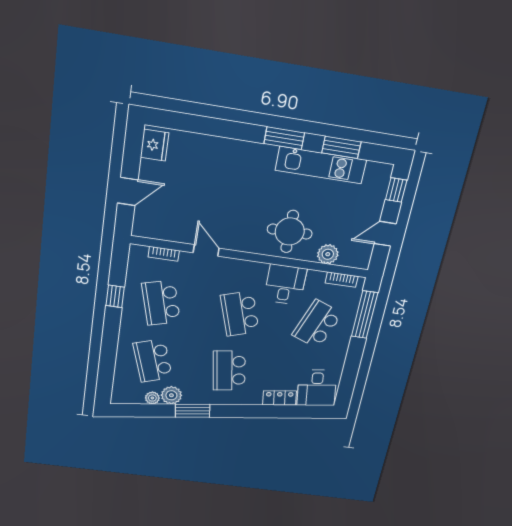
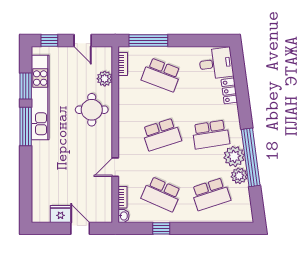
window: (284, 138) -> (26, 127), width x1.44
fridge: (155, 145) -> (60, 214), moved
kitchen unit: (321, 165) -> (40, 98), width x1.36
washbasin: (138, 251) -> (124, 216), added
desk: (285, 285) -> (133, 105), removed
school desk: (161, 303) -> (161, 194), turned 39
plant: (152, 398) -> (234, 156), moved, width x1.88, depth x1.88
window: (193, 411) -> (251, 157), width x2.11

